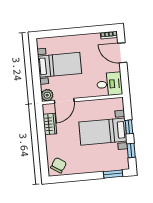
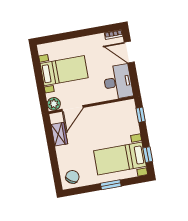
desk: (109, 84) -> (118, 82), width x1.37
window: (129, 127) -> (141, 115), moved
bed with nightstands: (103, 132) -> (120, 158), moved
window: (113, 174) -> (111, 185), moved

